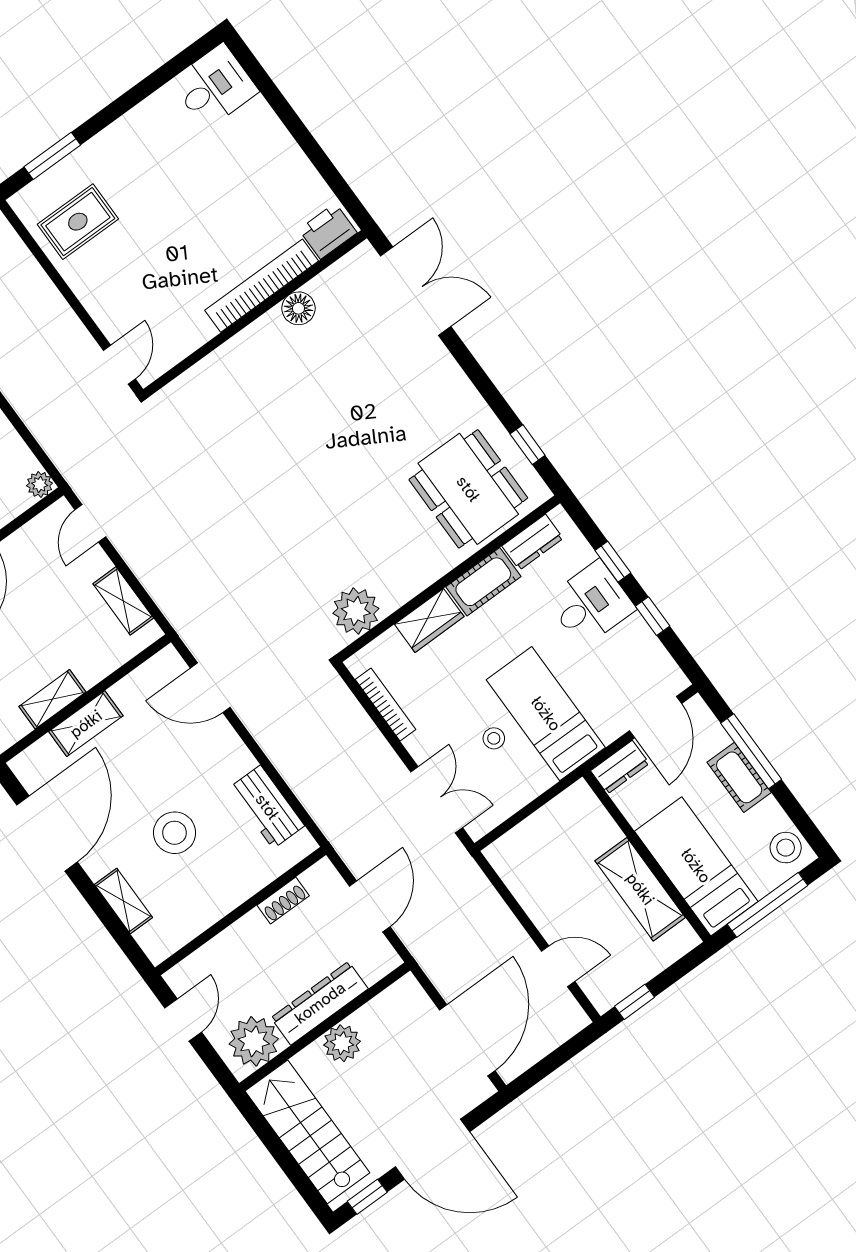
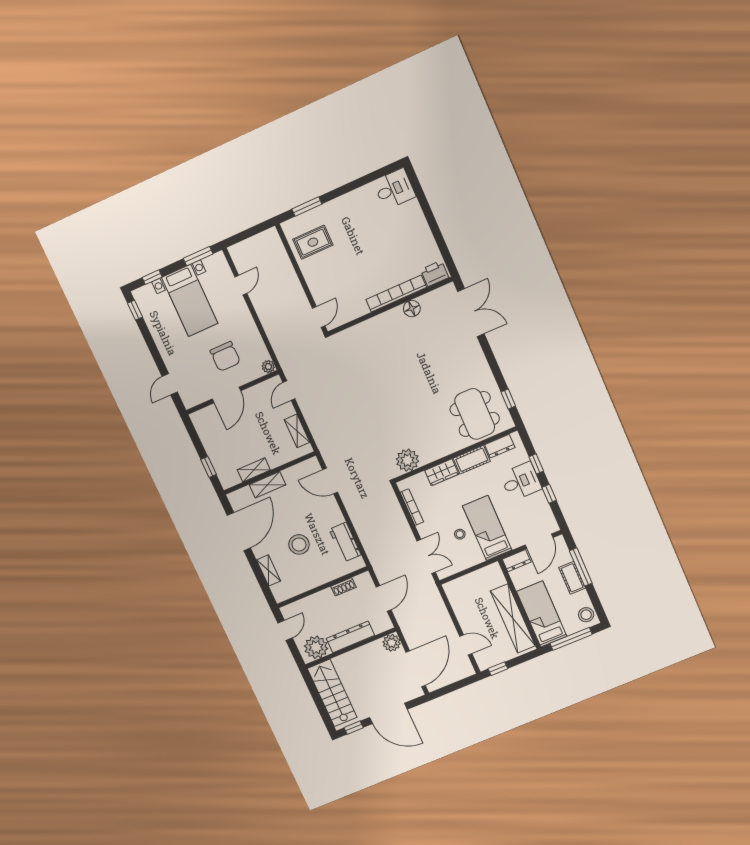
shelving: (640, 889) -> (513, 619), width x1.47
plant: (342, 1043) -> (392, 643), moved

